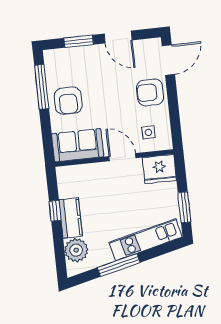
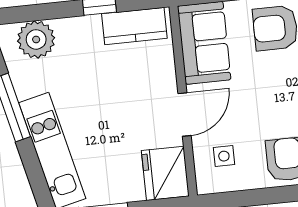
kitchen counter: (71, 218) -> (134, 26), moved

